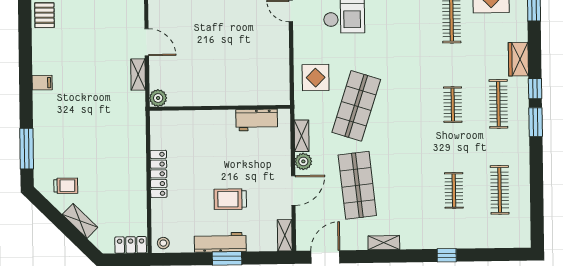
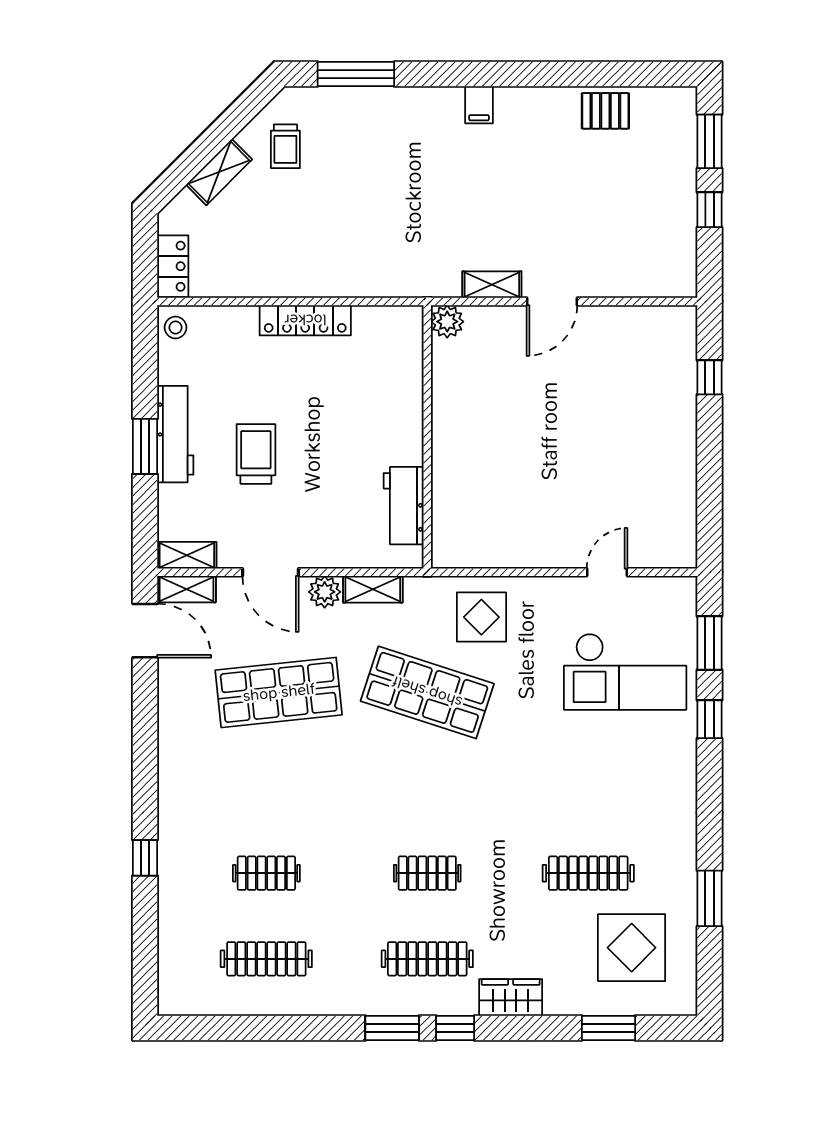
shelving: (384, 243) -> (186, 589), moved, turned 90

